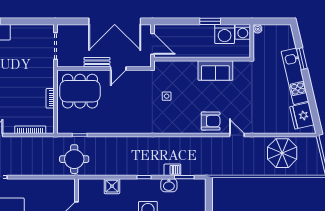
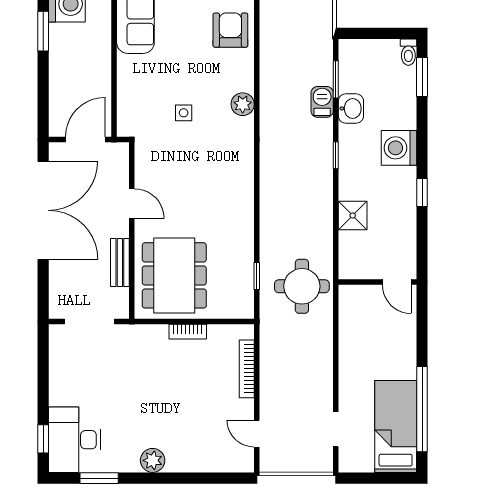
bench: (97, 62) -> (120, 262), moved
plant: (171, 128) -> (243, 104), added

